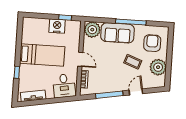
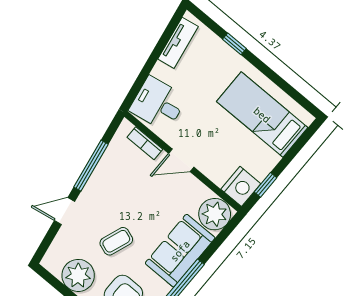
nightstand: (57, 26) -> (241, 186), moved
bed: (42, 55) -> (262, 115), moved, turned 90
door: (136, 92) -> (65, 211), swing flipped

